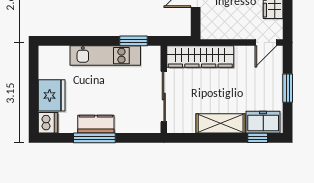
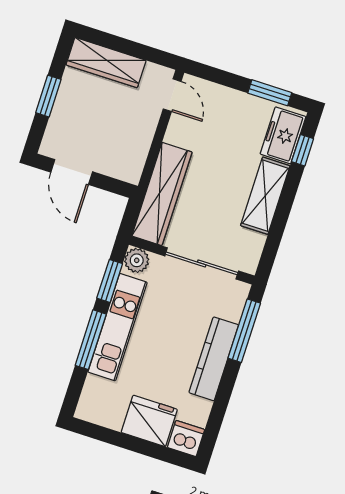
window: (92, 41) -> (91, 340), added
plant: (152, 54) -> (137, 260), added
window: (288, 88) -> (270, 93), moved
kitchen counter: (96, 124) -> (214, 359), width x1.50
window: (94, 138) -> (244, 331), moved

